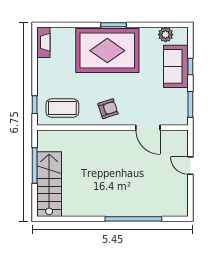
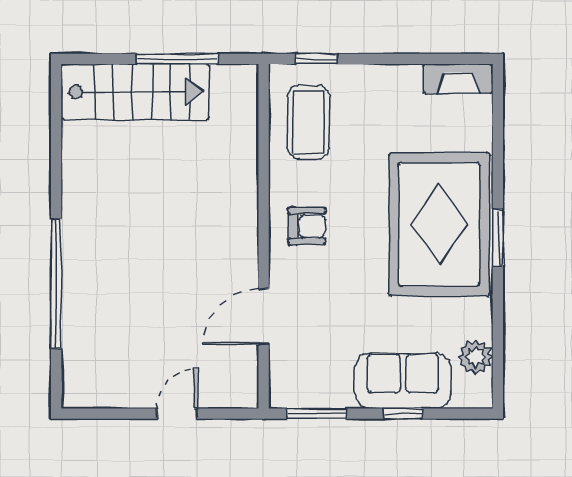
armchair: (108, 109) -> (307, 226), turned -72

